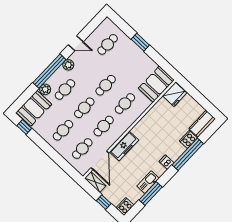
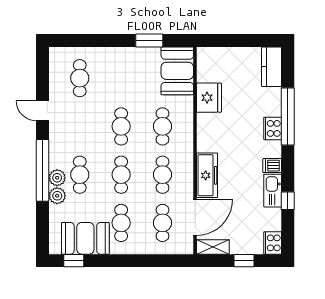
window: (140, 42) -> (149, 40), moved
door: (76, 43) -> (43, 111), swing flipped
plant: (68, 65) -> (57, 178), moved
fridge: (175, 94) -> (209, 98), moved
booth: (34, 108) -> (85, 238), moved, turned 90
cooker: (188, 139) -> (273, 128), moved
door: (100, 160) -> (195, 217), hinge flipped
dishwasher: (166, 162) -> (272, 166), moved
window: (151, 194) -> (288, 201), width x0.46

